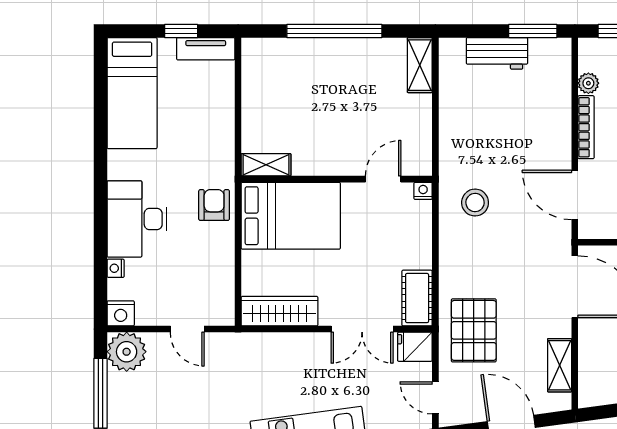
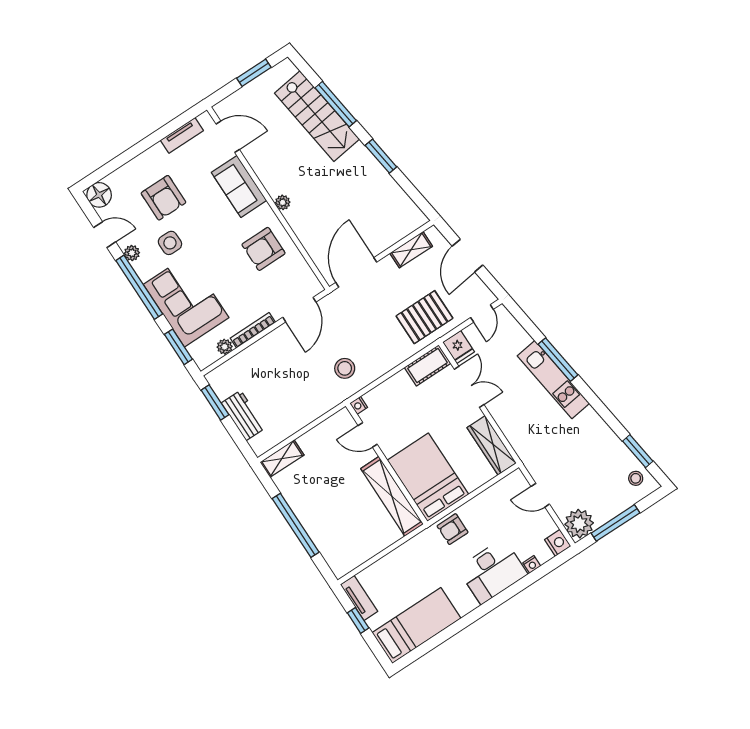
shelving: (266, 165) -> (392, 496), width x2.20, depth x1.33
door: (187, 329) -> (540, 495), swing flipped

